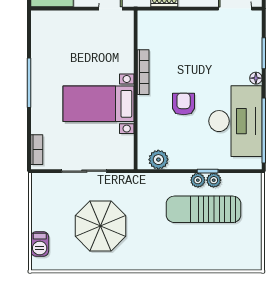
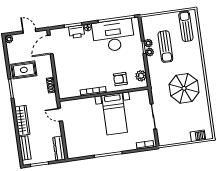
printer: (251, 58) -> (77, 32), added
armchair: (184, 104) -> (120, 79), moved
sun lounger: (203, 209) -> (165, 47), width x0.73, depth x0.75
parasol: (100, 226) -> (184, 88), moved
sun lounger: (234, 250) -> (186, 26), added

